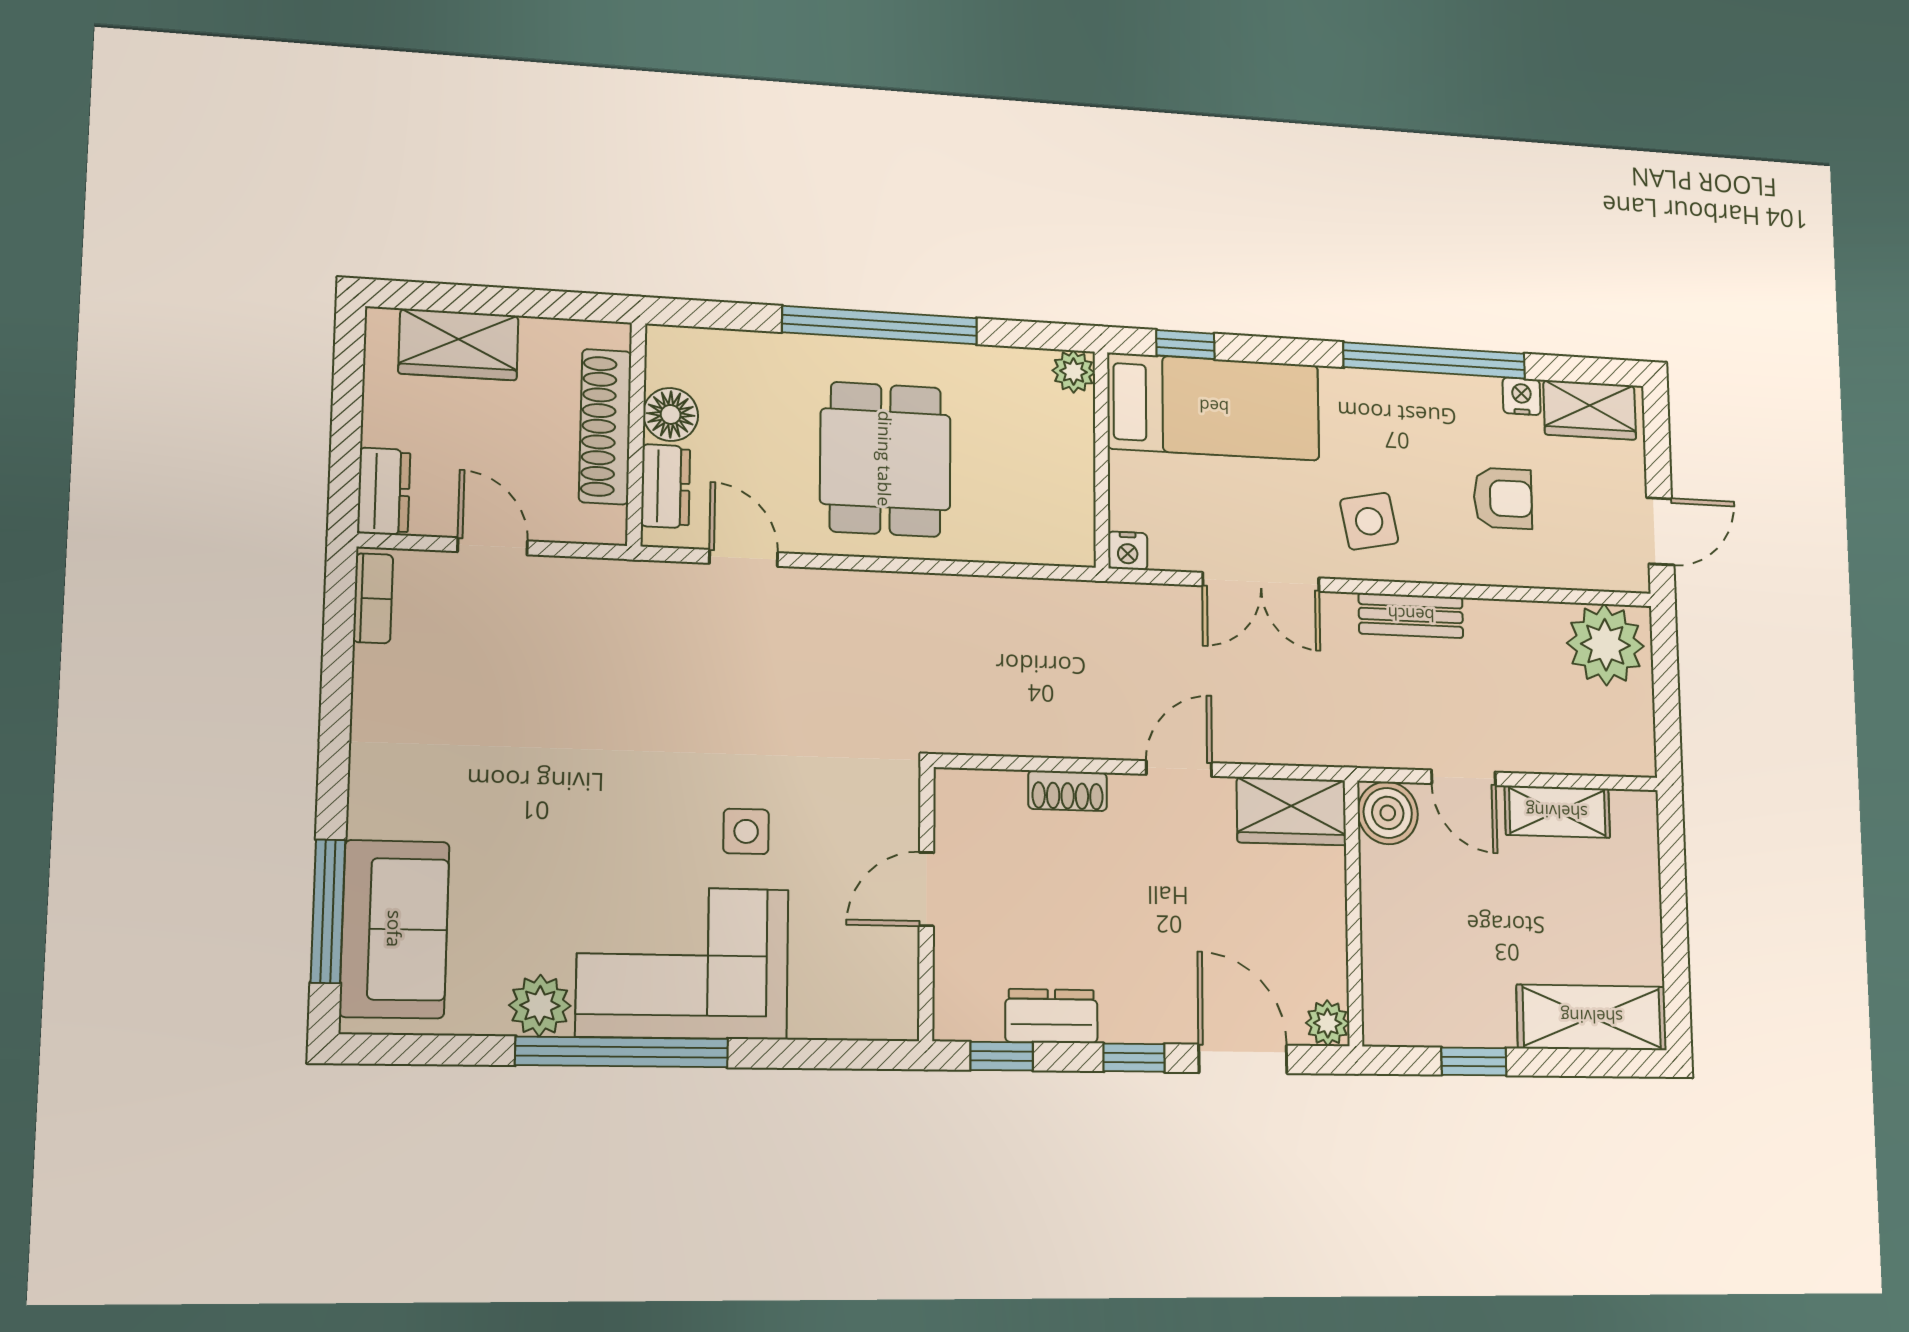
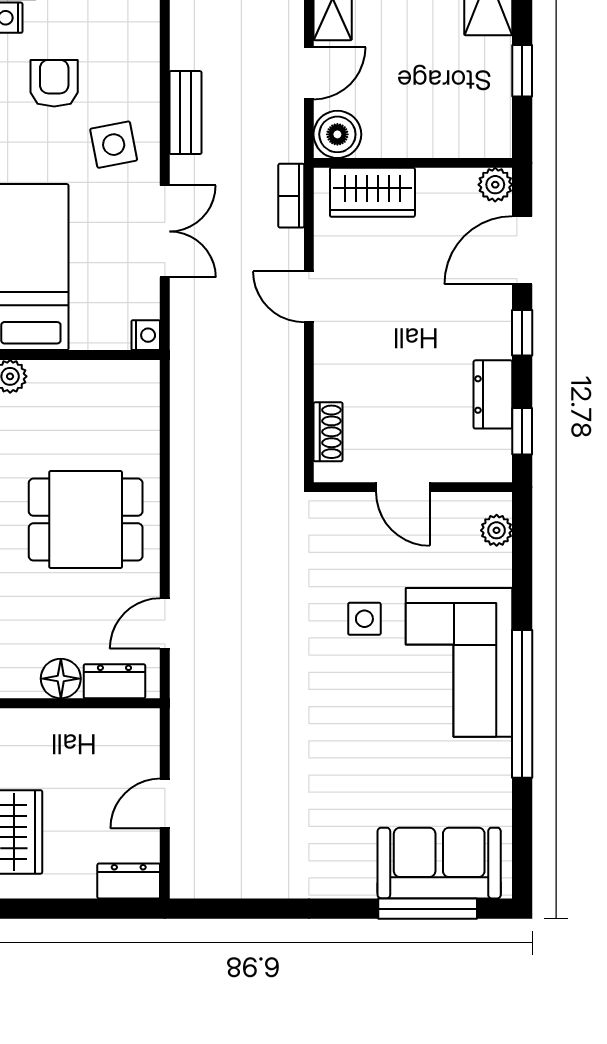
shoe rack: (605, 427) -> (73, 726), removed
armchair: (1503, 498) -> (54, 83), moved
bookcase: (373, 598) -> (291, 196), moved, turned -90
shoe rack: (1068, 791) -> (328, 432), moved
wardrobe: (1292, 811) -> (372, 192), moved, turned 90
plant: (540, 1005) -> (497, 530), moved, width x0.73, depth x0.73

